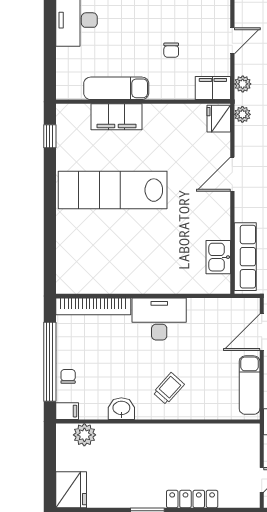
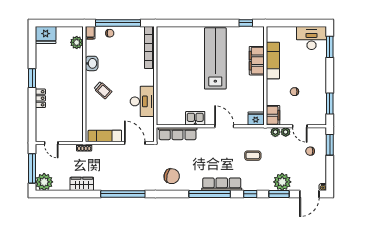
plant: (242, 114) -> (286, 132), moved
kitchen sink: (218, 257) -> (195, 118), moved
desk: (159, 319) -> (142, 101), moved
locker: (192, 499) -> (40, 98), width x0.66

